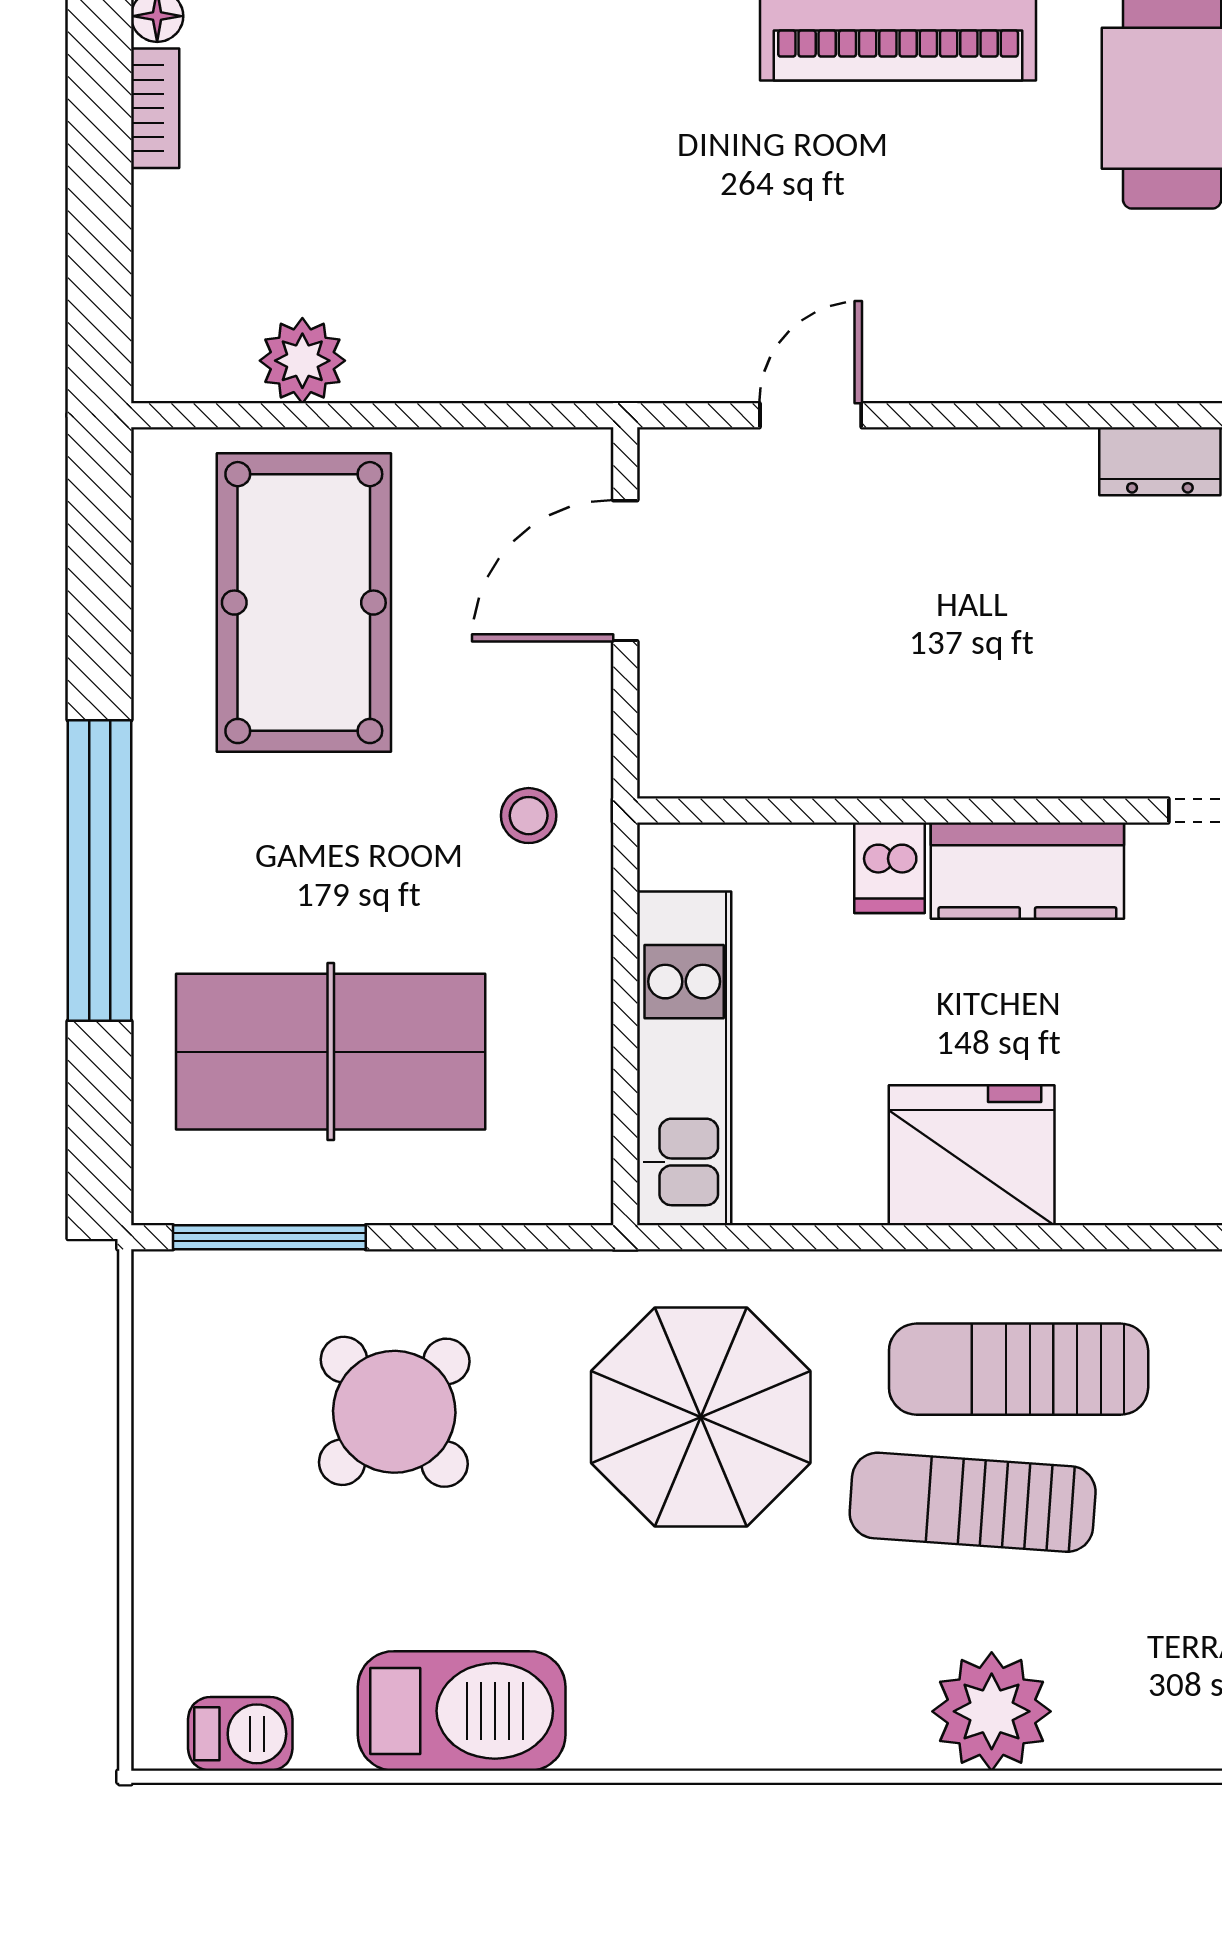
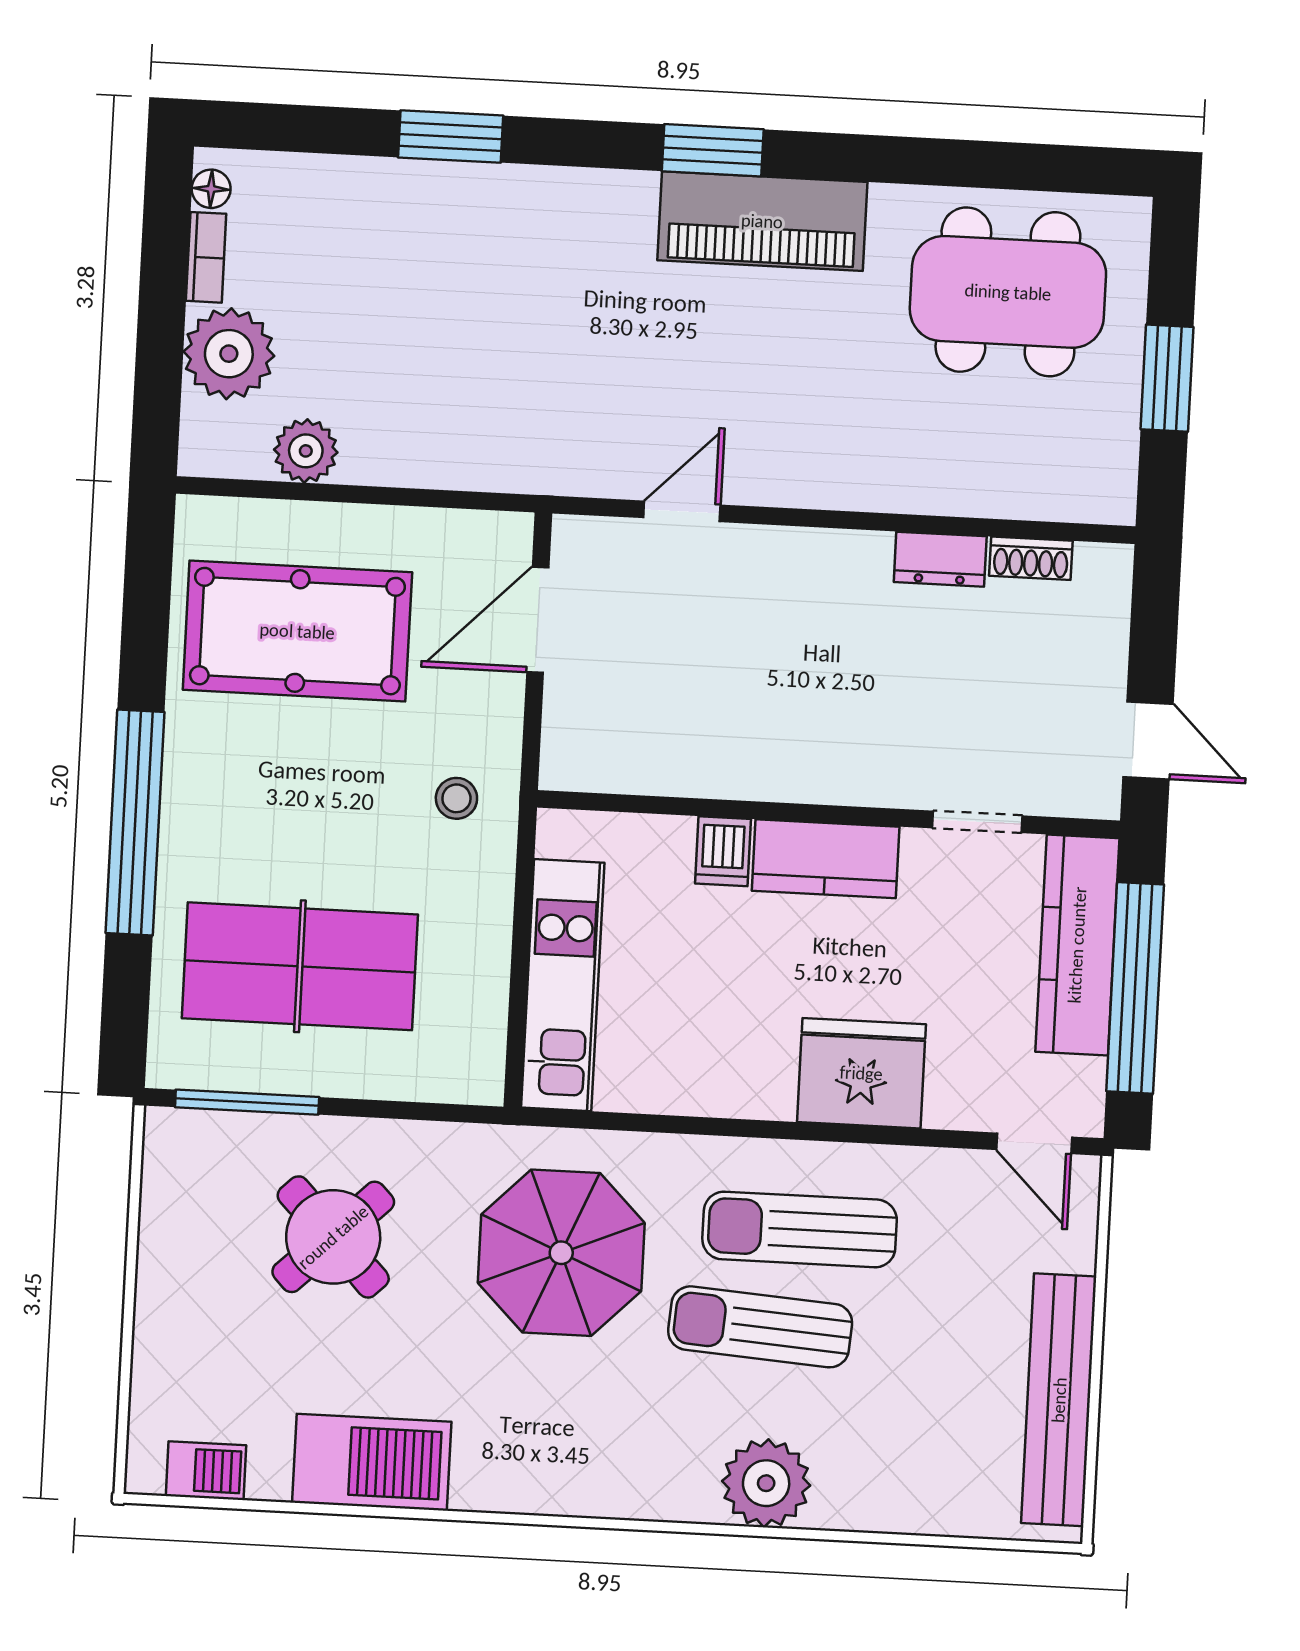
plant: (192, 236) -> (229, 354), added
pool table: (304, 603) -> (297, 631), turned 90
fridge: (972, 1155) -> (861, 1073), moved

